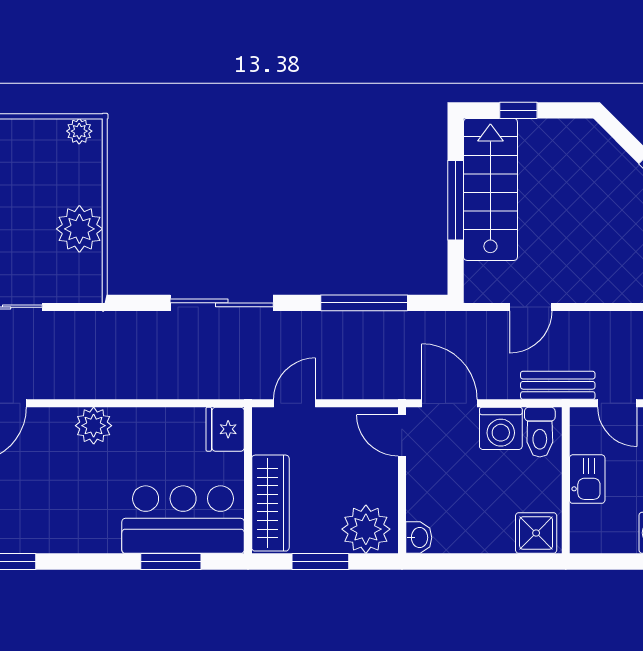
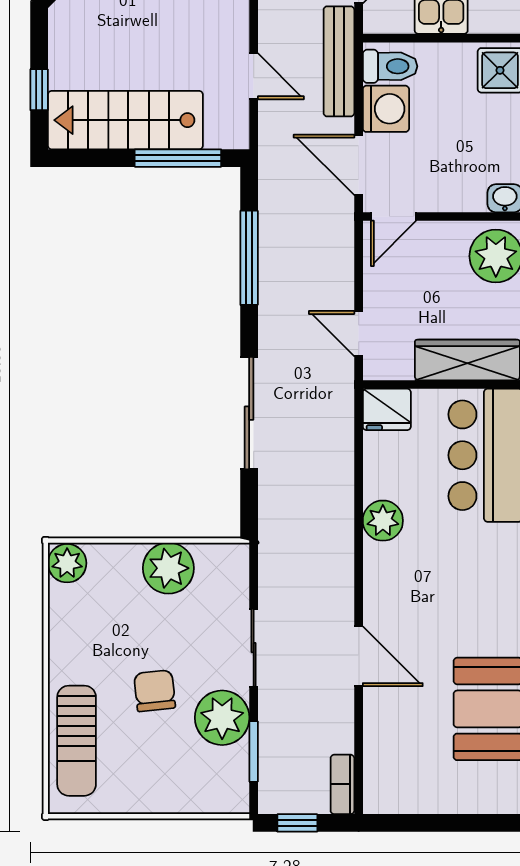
plant: (79, 131) -> (67, 563), width x1.38, depth x1.38
window: (456, 200) -> (178, 158), moved
bench: (558, 385) -> (339, 61), width x1.36
door: (449, 403) -> (359, 165), hinge flipped
plant: (94, 426) -> (383, 521), moved

